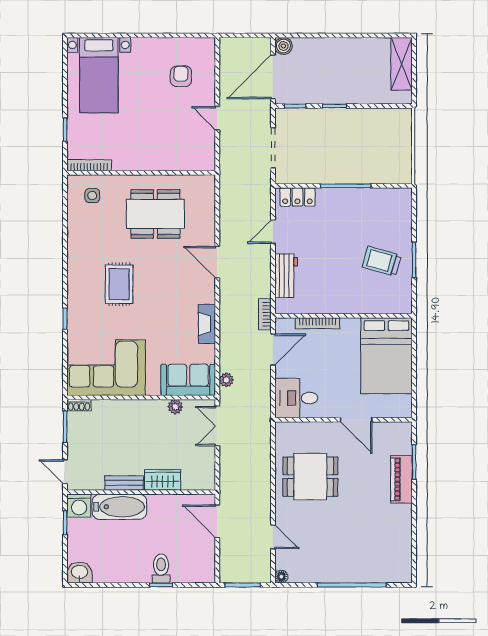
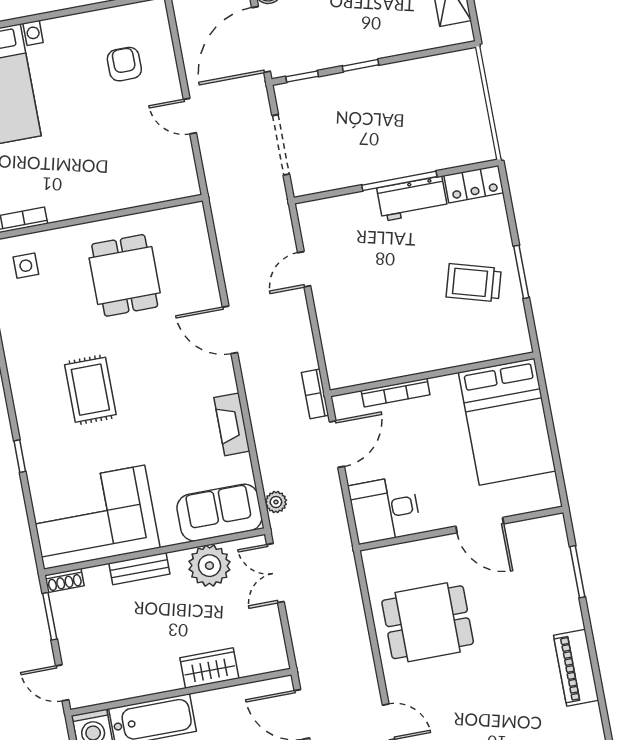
locker: (297, 197) -> (474, 184), moved
dining table: (155, 214) -> (125, 275), width x0.73
workbench: (286, 276) -> (412, 199), moved, turned 90
plant: (175, 407) -> (209, 566), width x1.87, depth x1.87
piano: (401, 479) -> (576, 668), moved
bench: (124, 483) -> (139, 569), moved

